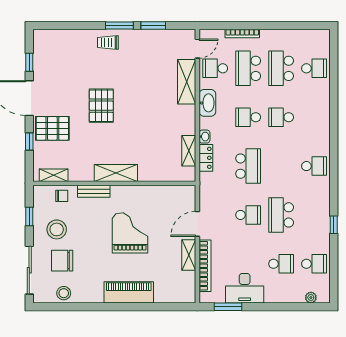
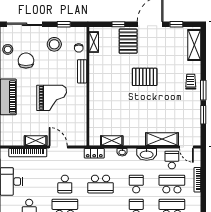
locker: (206, 158) -> (94, 153), moved
shelving: (116, 173) -> (194, 45), moved
chair: (62, 261) -> (26, 61), moved

